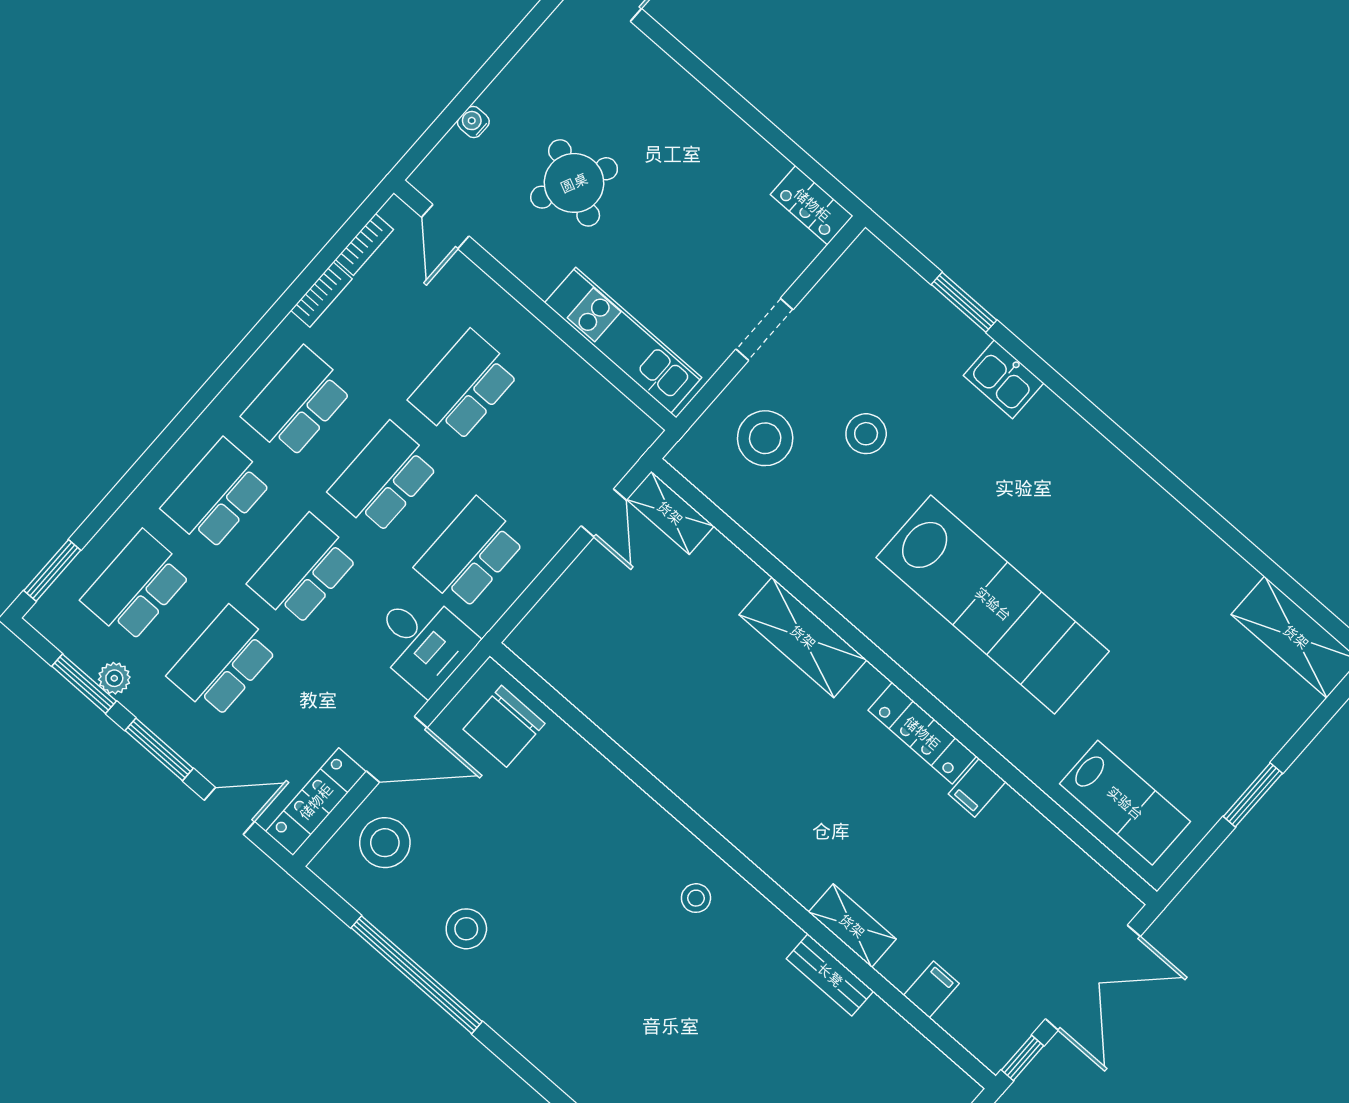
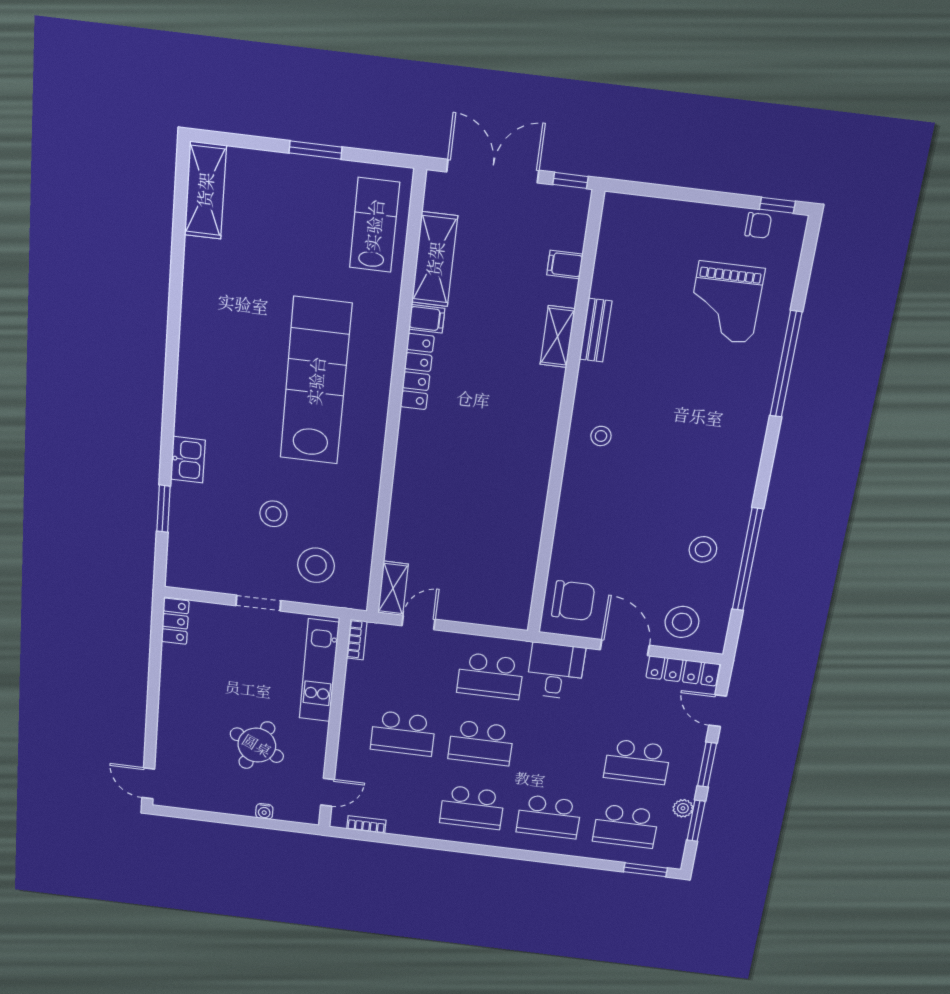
bookcase: (321, 295) -> (357, 640), moved, turned 90
school desk: (303, 570) -> (559, 752), removed
shelving: (803, 637) -> (435, 259), moved

